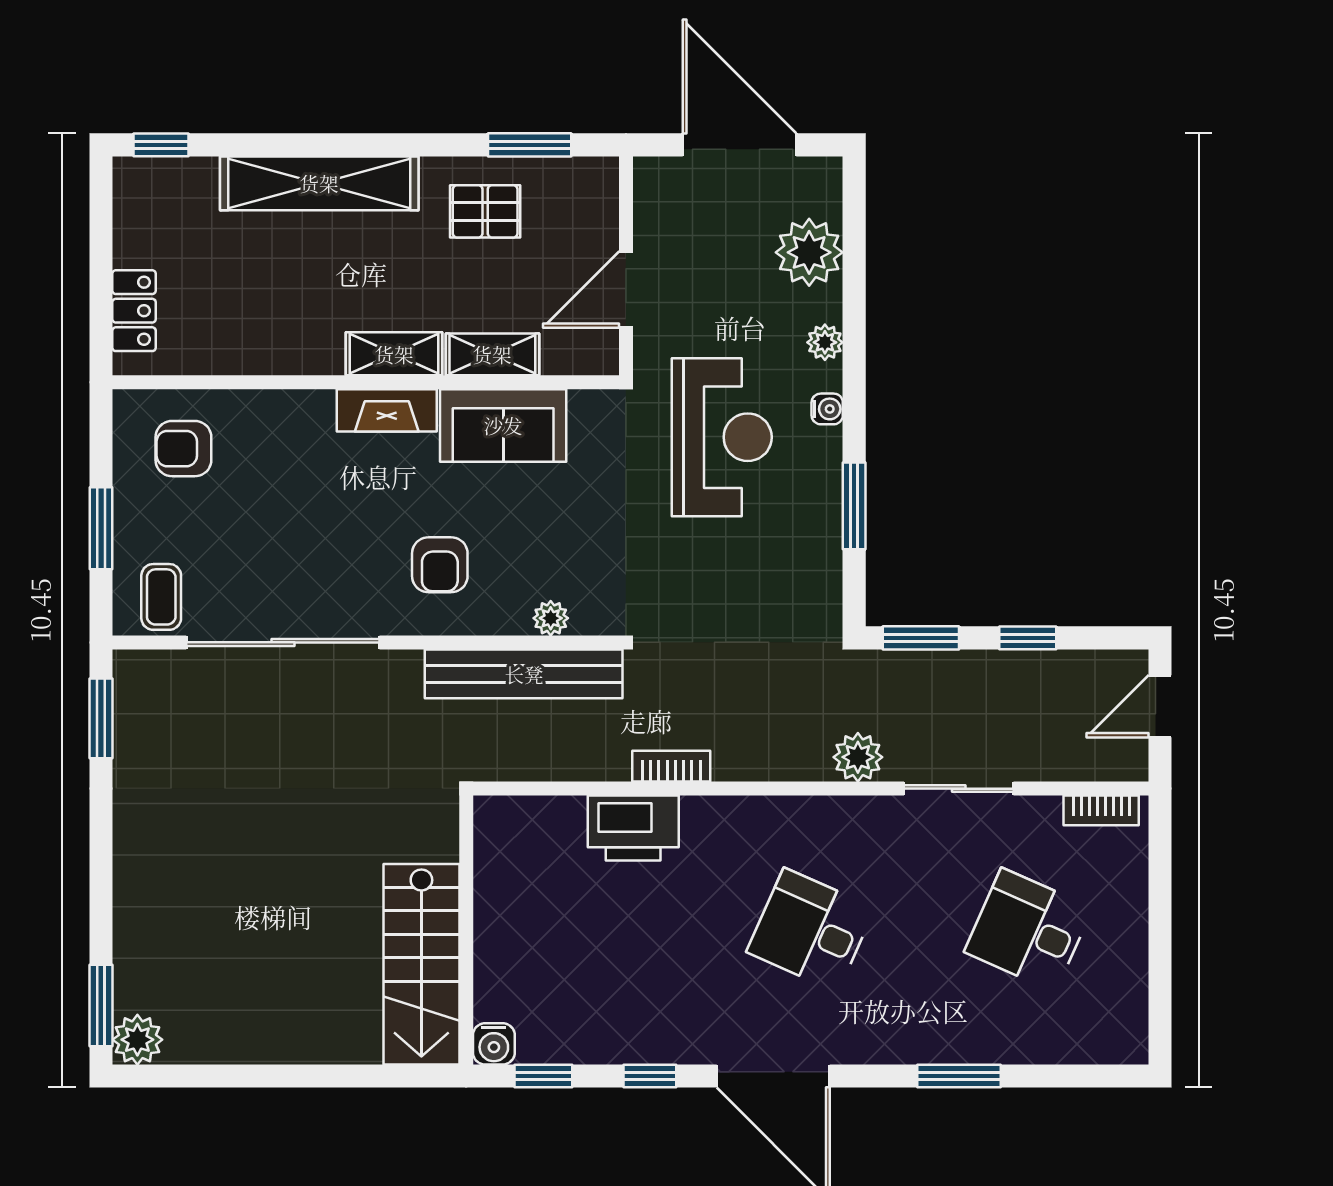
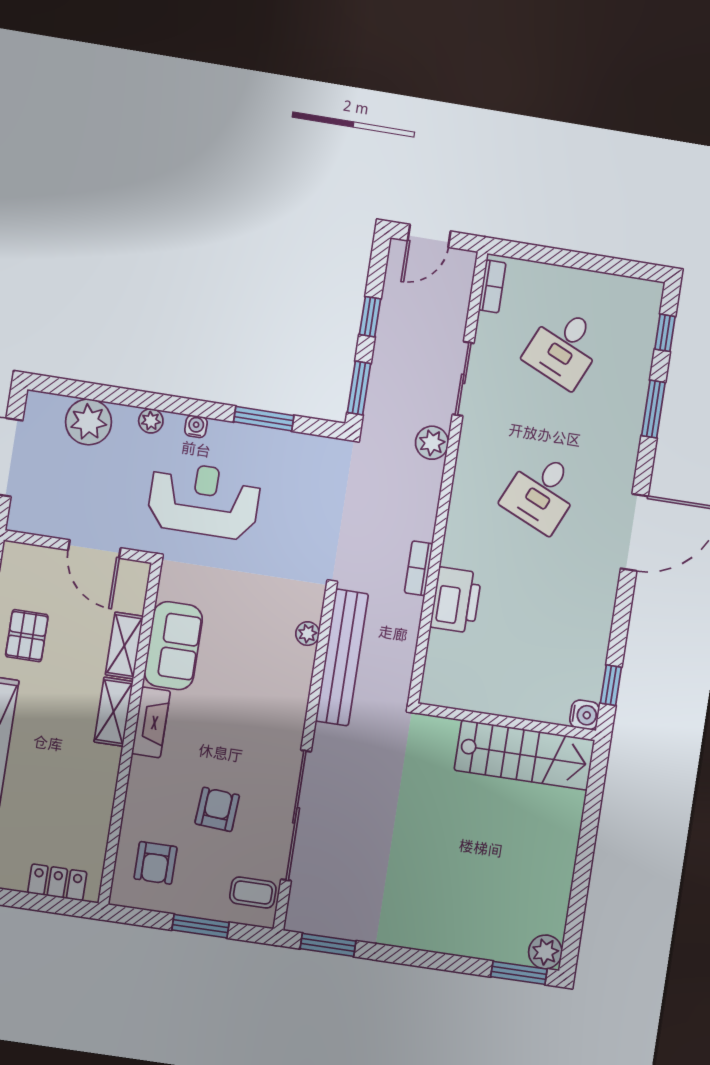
armchair: (440, 565) -> (217, 809), moved, turned -86
door: (1160, 706) -> (429, 236), hinge flipped
window: (650, 1076) -> (665, 333), moved

